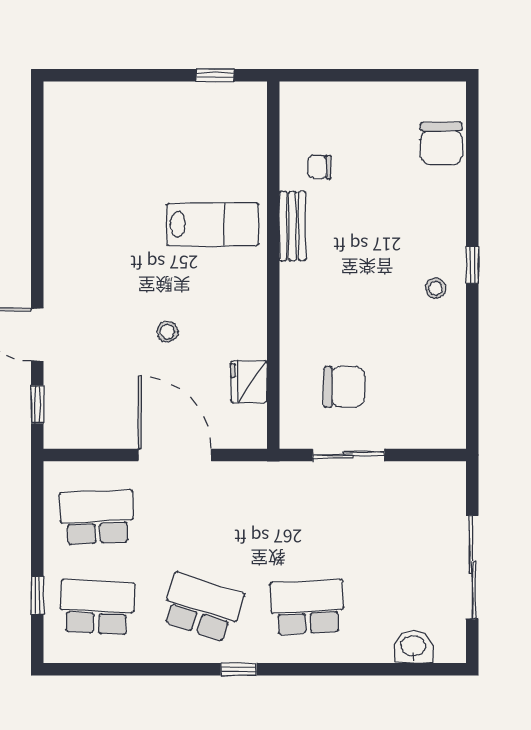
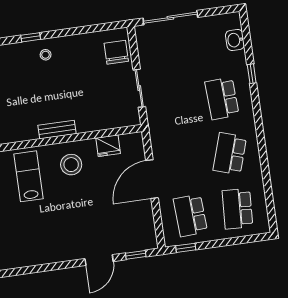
bench: (292, 226) -> (57, 130), moved
stool: (167, 332) -> (71, 165), moved, width x1.89, depth x1.89
chair: (344, 387) -> (116, 52), moved
sliding door: (472, 567) -> (170, 18), moved
window: (37, 595) -> (186, 248), moved
window: (239, 669) -> (252, 74), moved

